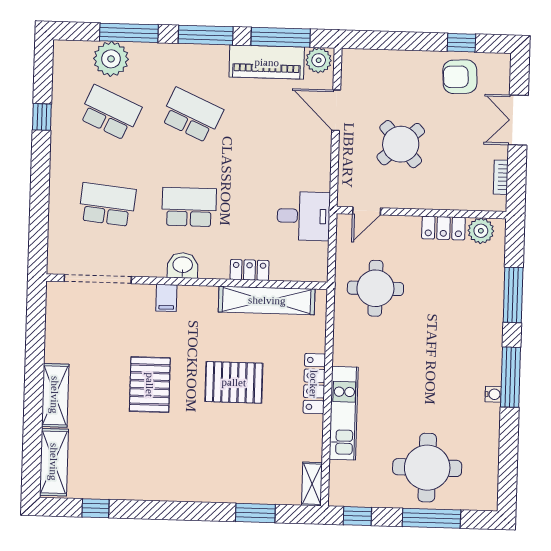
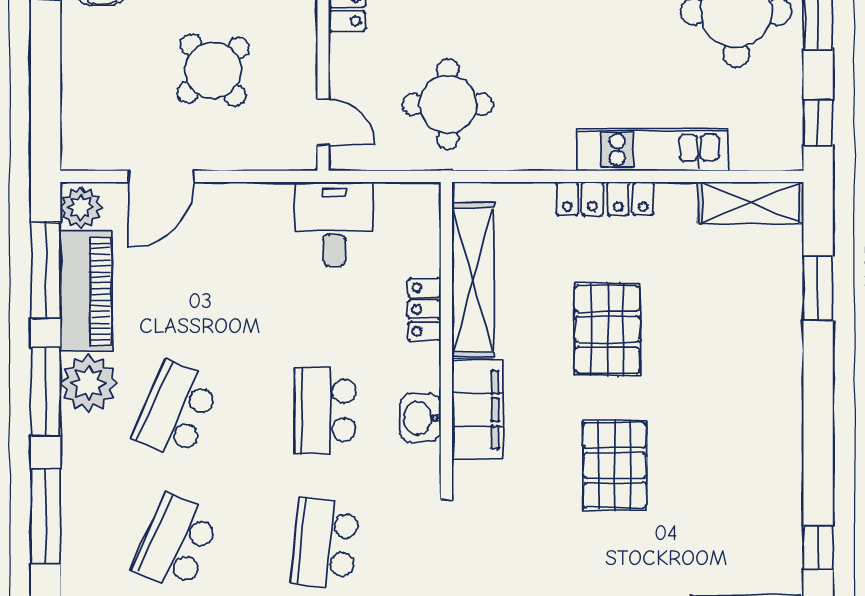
plant: (111, 59) -> (89, 383), moved
filing cabinet: (166, 298) -> (477, 410), width x3.00, depth x1.17
pallet: (150, 385) -> (615, 465), turned 90
shelving: (312, 484) -> (751, 203), width x1.50, depth x1.33

